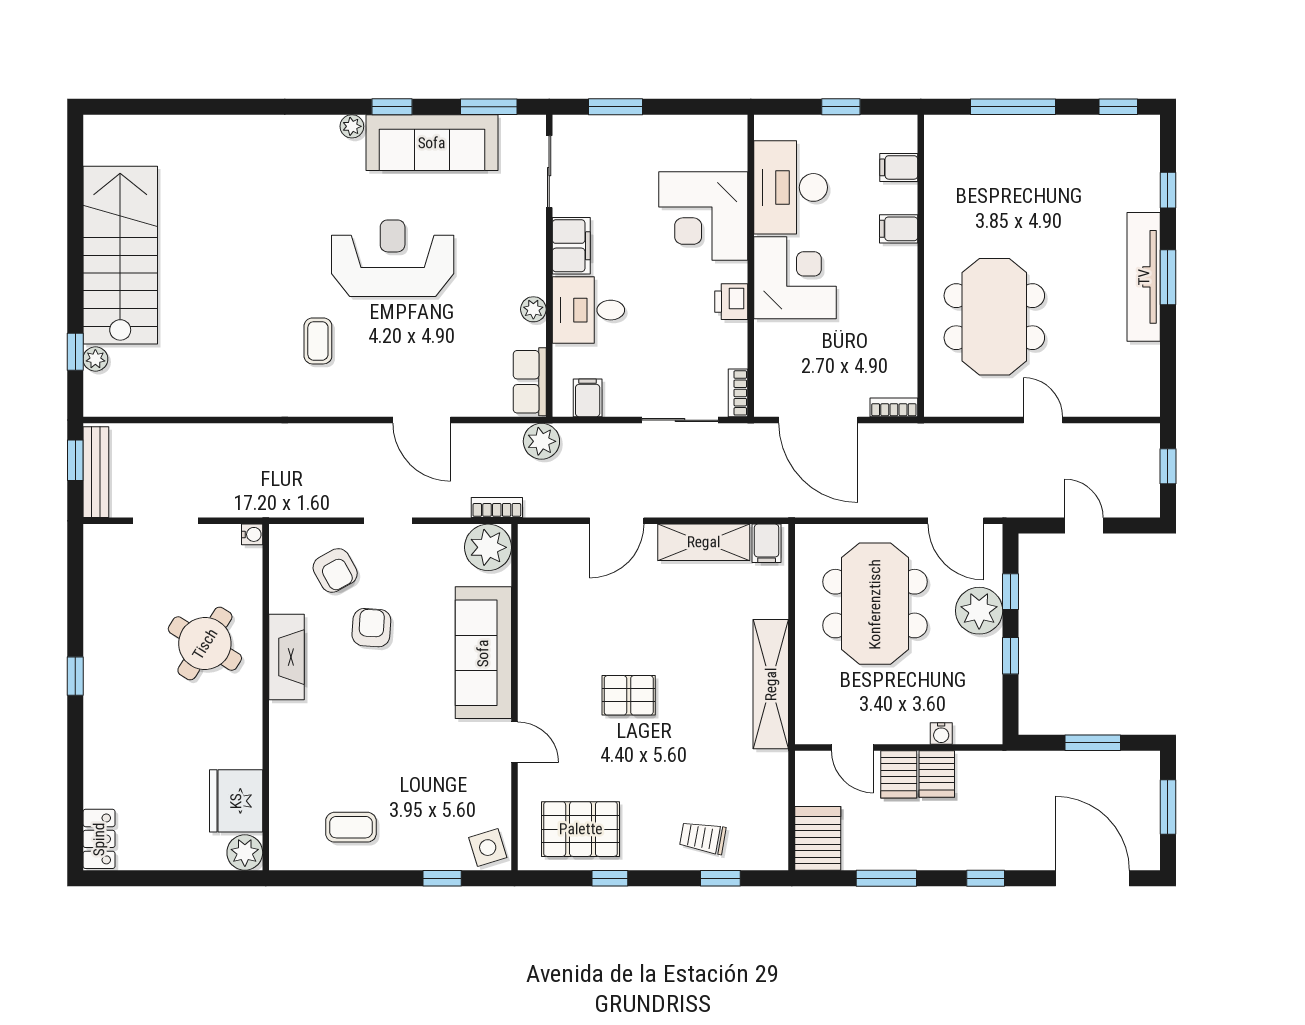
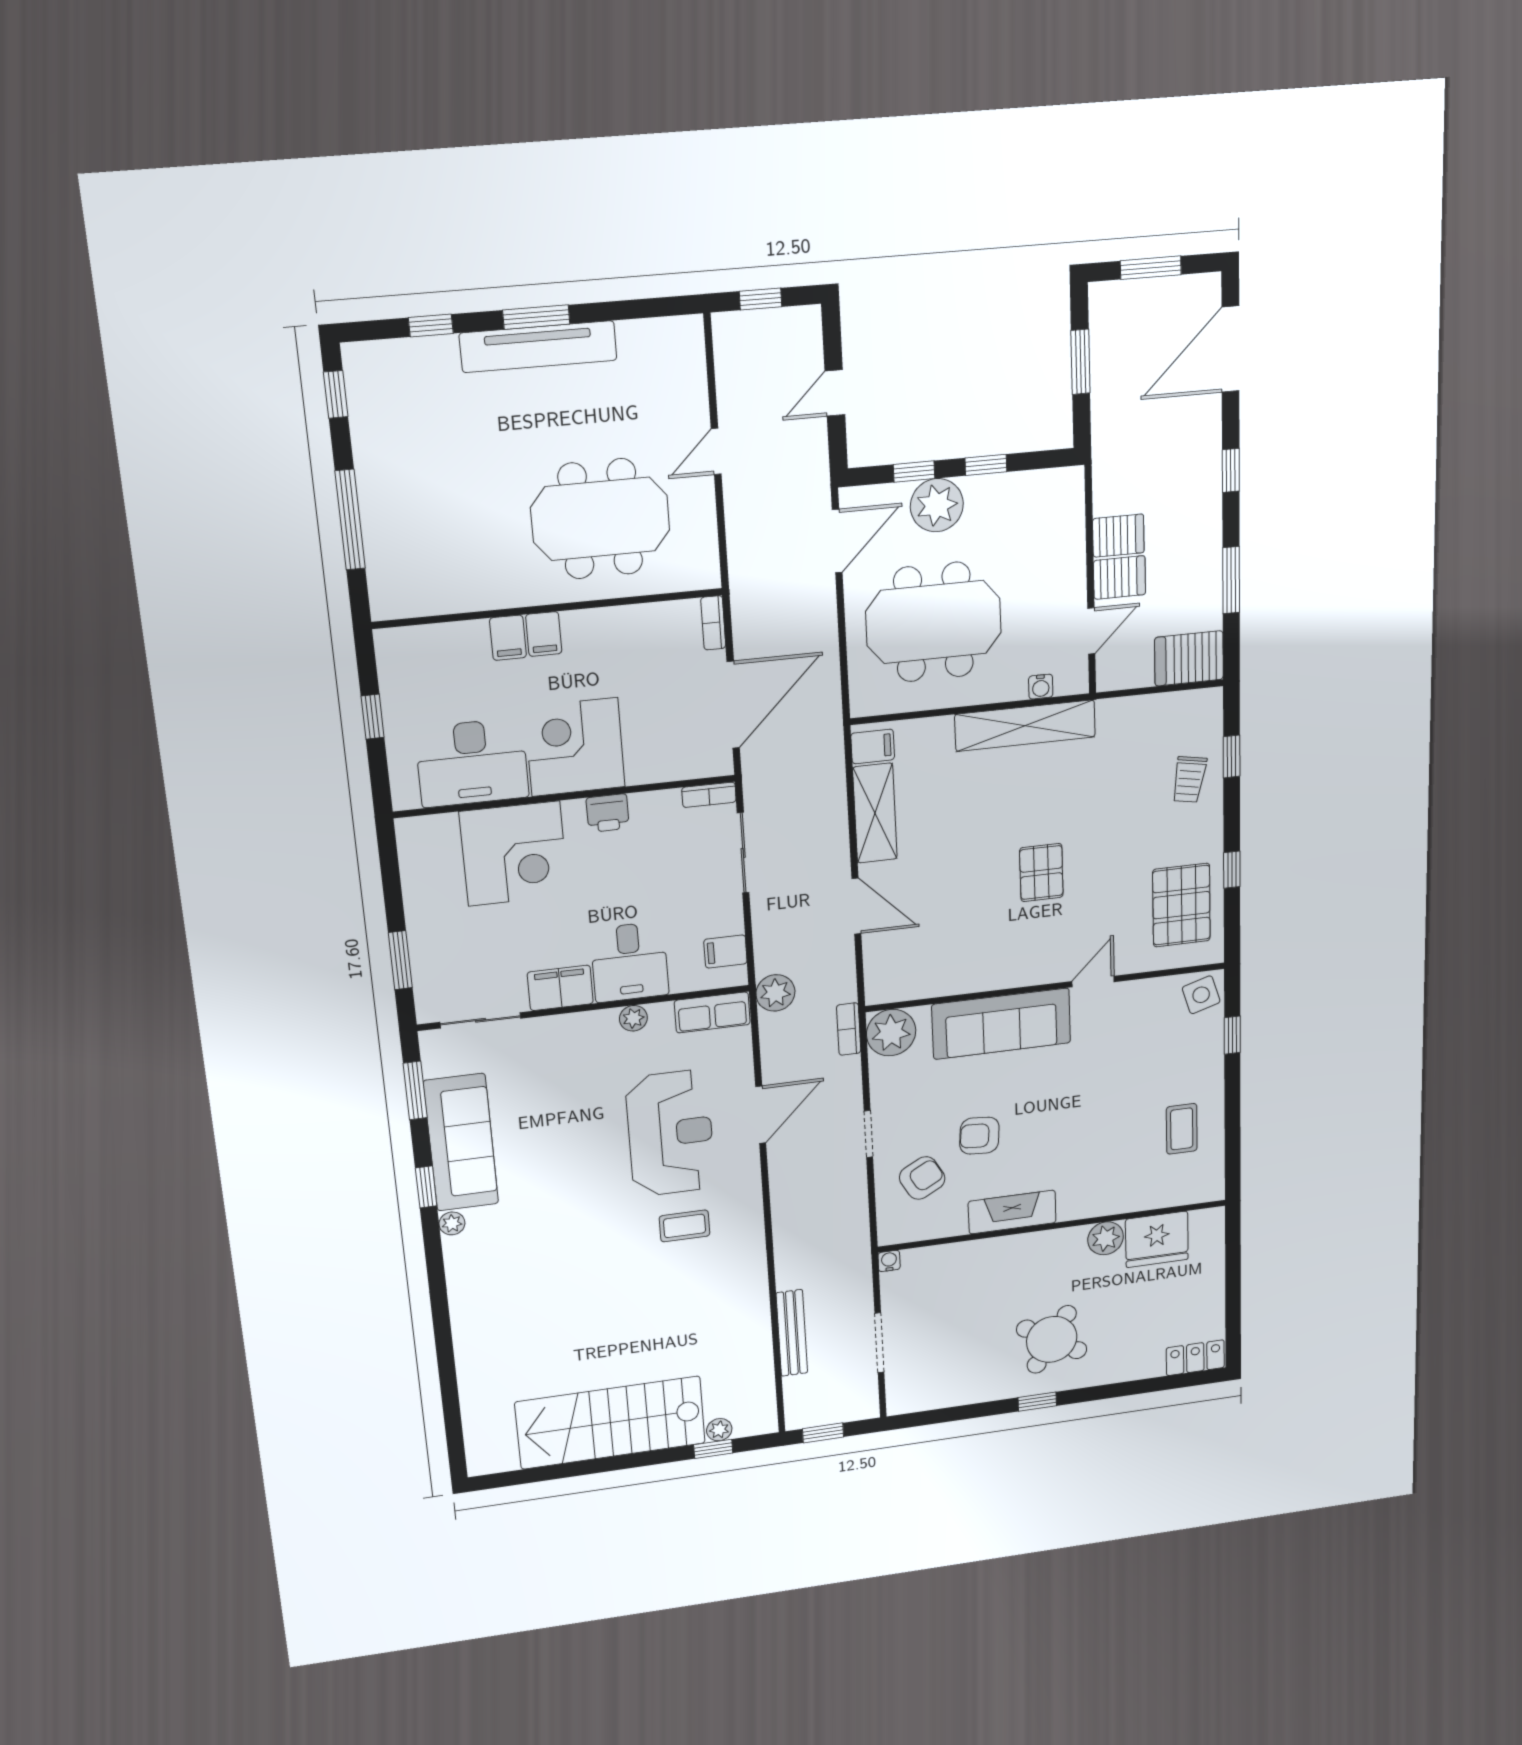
filing cabinet: (899, 167) -> (544, 634), moved
reception desk: (393, 258) -> (670, 1133), moved, turned 180
bench: (96, 472) -> (792, 1333), moved, turned 90
round table: (205, 644) -> (1052, 1339), moved
water cooler: (941, 733) -> (1041, 687), moved, turned 90
plant: (245, 853) -> (1106, 1238), moved

